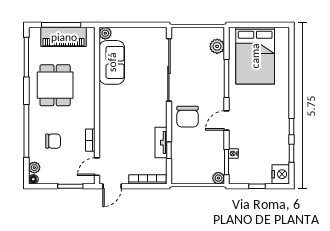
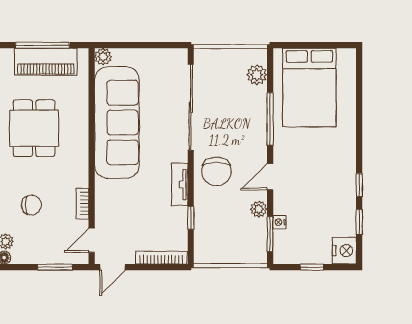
sofa: (112, 62) -> (117, 123), width x1.85, depth x1.27
tv unit: (161, 143) -> (180, 184), moved
plant: (218, 178) -> (259, 209), moved

